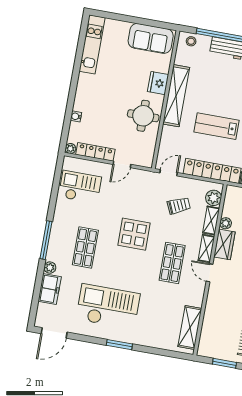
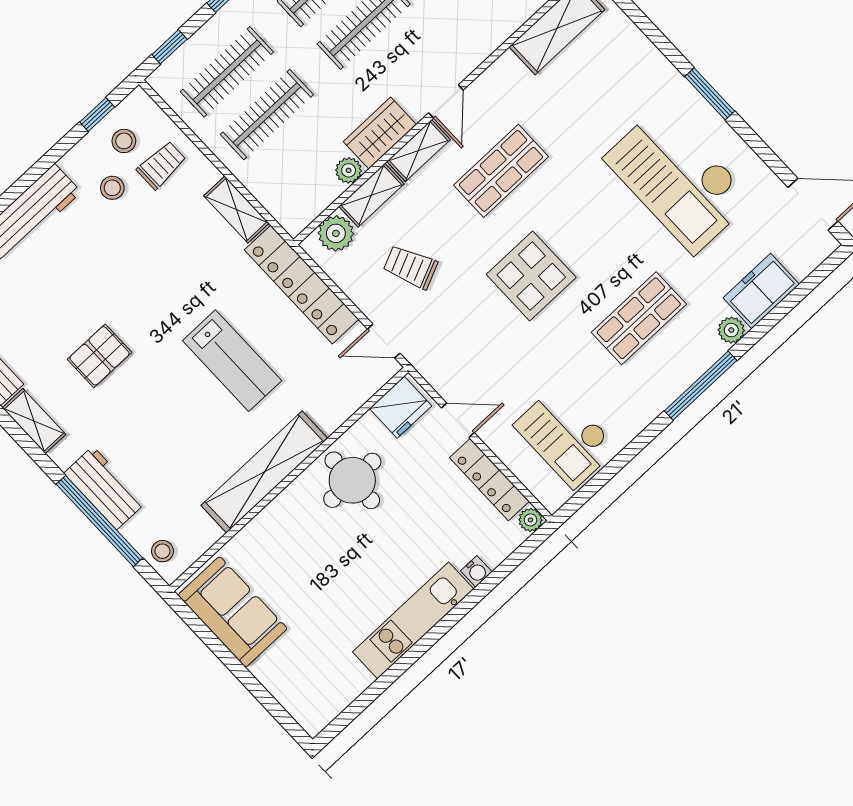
kitchen unit: (92, 44) -> (413, 620), moved
fridge: (158, 83) -> (401, 407), moved

